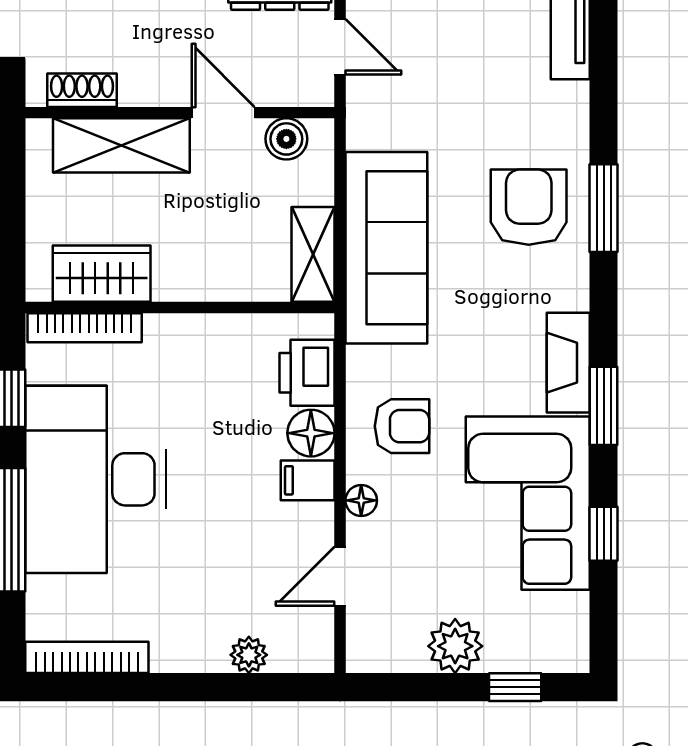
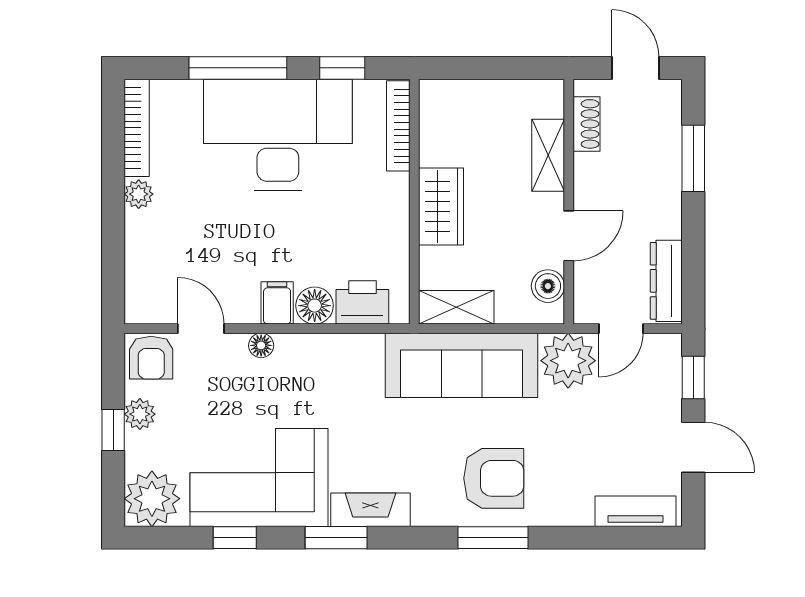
plant: (380, 113) -> (568, 361), added
shelving: (121, 145) -> (548, 155), width x0.67, depth x0.75
wardrobe: (102, 274) -> (441, 207), moved
armchair: (402, 426) -> (151, 358), moved
plant: (554, 638) -> (152, 499), added
plant: (455, 646) -> (140, 414), width x0.73, depth x0.73
plant: (249, 655) -> (139, 194), moved
window: (515, 687) -> (113, 430), moved

